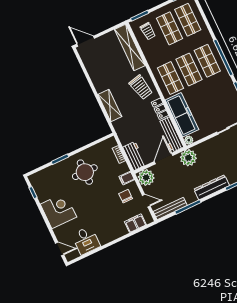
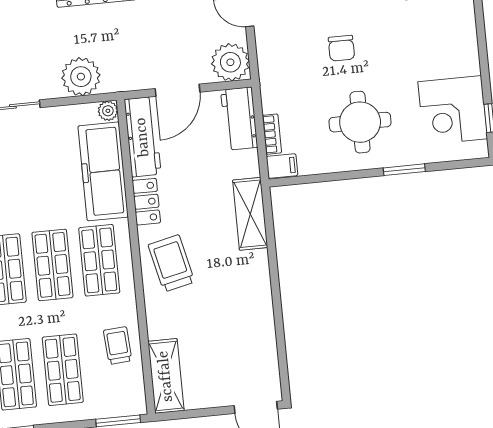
trolley: (148, 31) -> (118, 346), moved
shelving: (130, 47) -> (166, 376), width x0.68
shelving: (110, 106) -> (250, 214), moved
plant: (188, 158) -> (81, 77), moved
filing cabinet: (127, 178) -> (282, 166), moved
chair: (126, 196) -> (341, 48), moved
corner desk: (58, 211) -> (453, 110), moved

